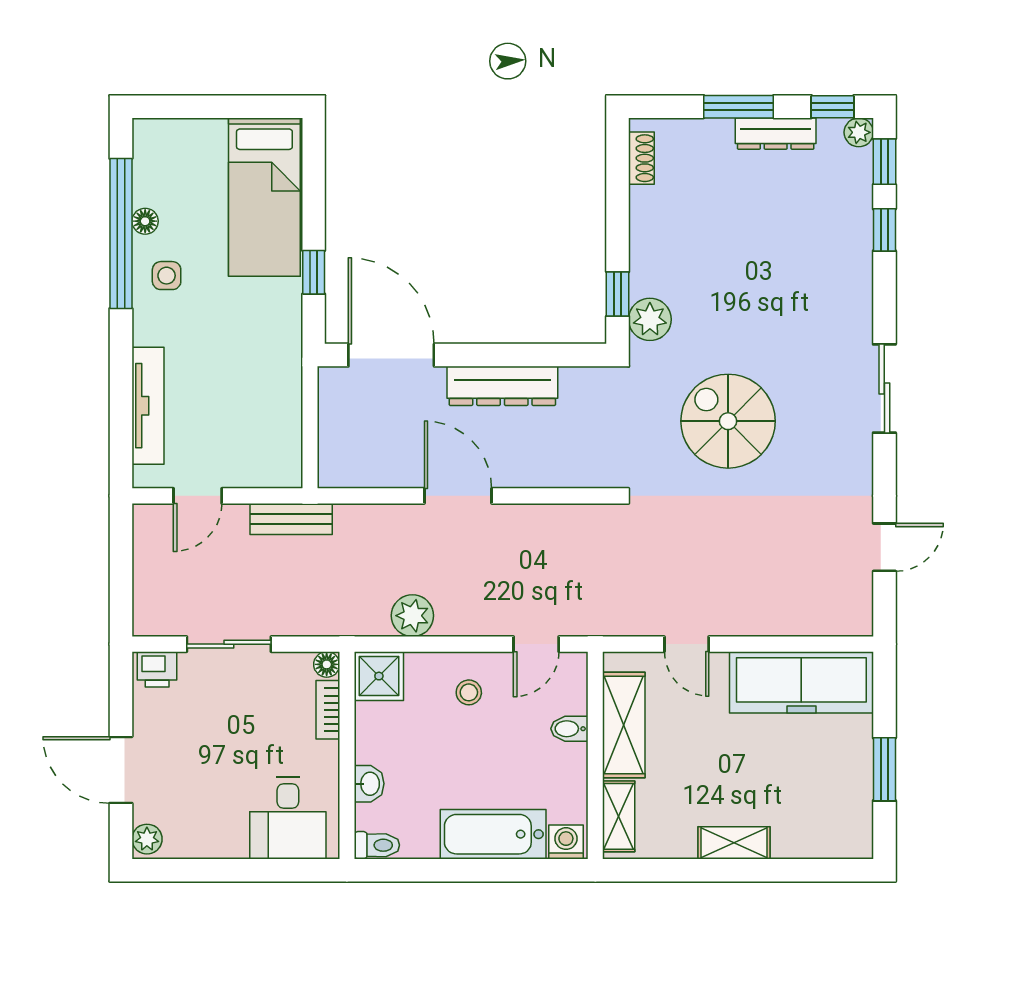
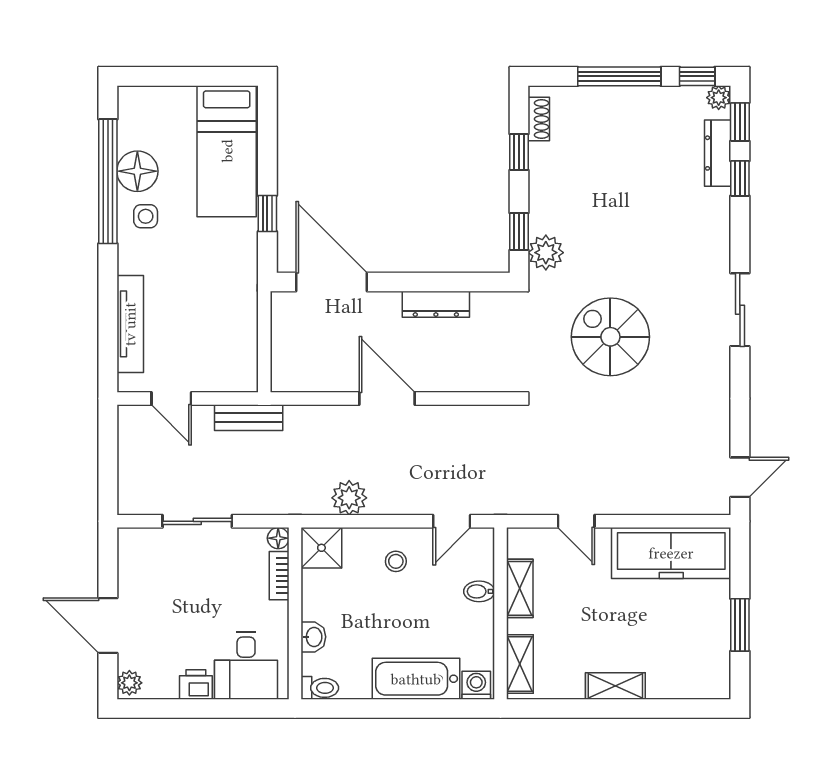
window: (739, 107) -> (619, 76), width x1.44
dresser: (776, 134) -> (718, 153), moved, turned 90
window: (618, 198) -> (519, 152), added
floor lamp: (145, 221) -> (137, 171), width x1.89, depth x1.89
dresser: (502, 386) -> (436, 304), width x0.73, depth x0.80
door: (198, 496) -> (171, 399), hinge flipped
door: (884, 547) -> (740, 477), moved
printer: (157, 669) -> (196, 685), moved, turned 180
shelving: (624, 725) -> (520, 588), width x0.67, depth x0.75

